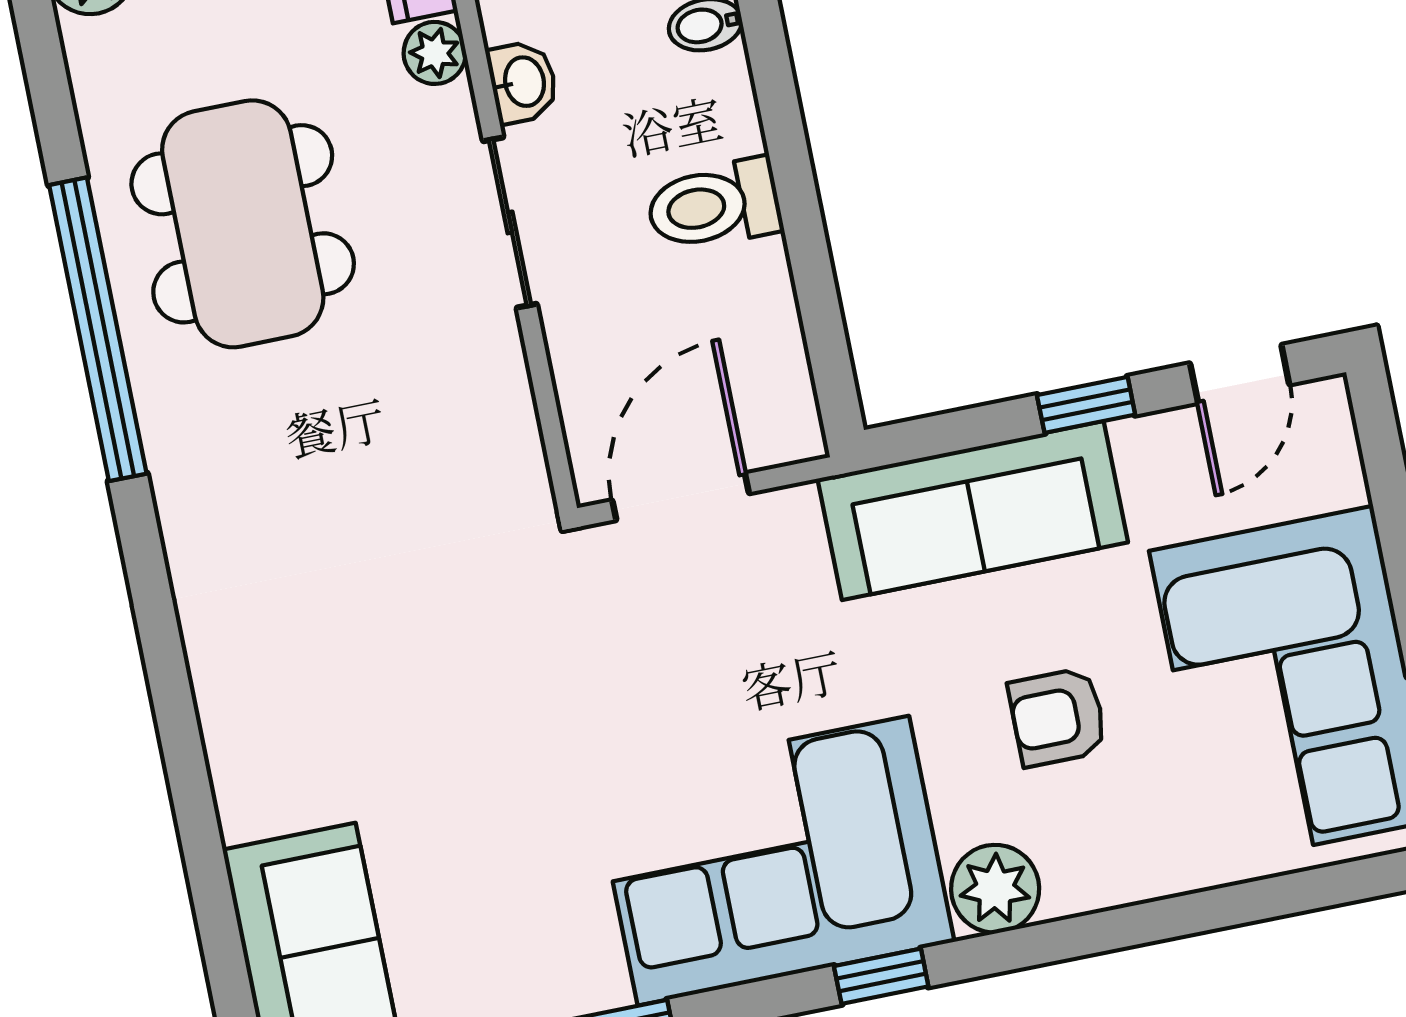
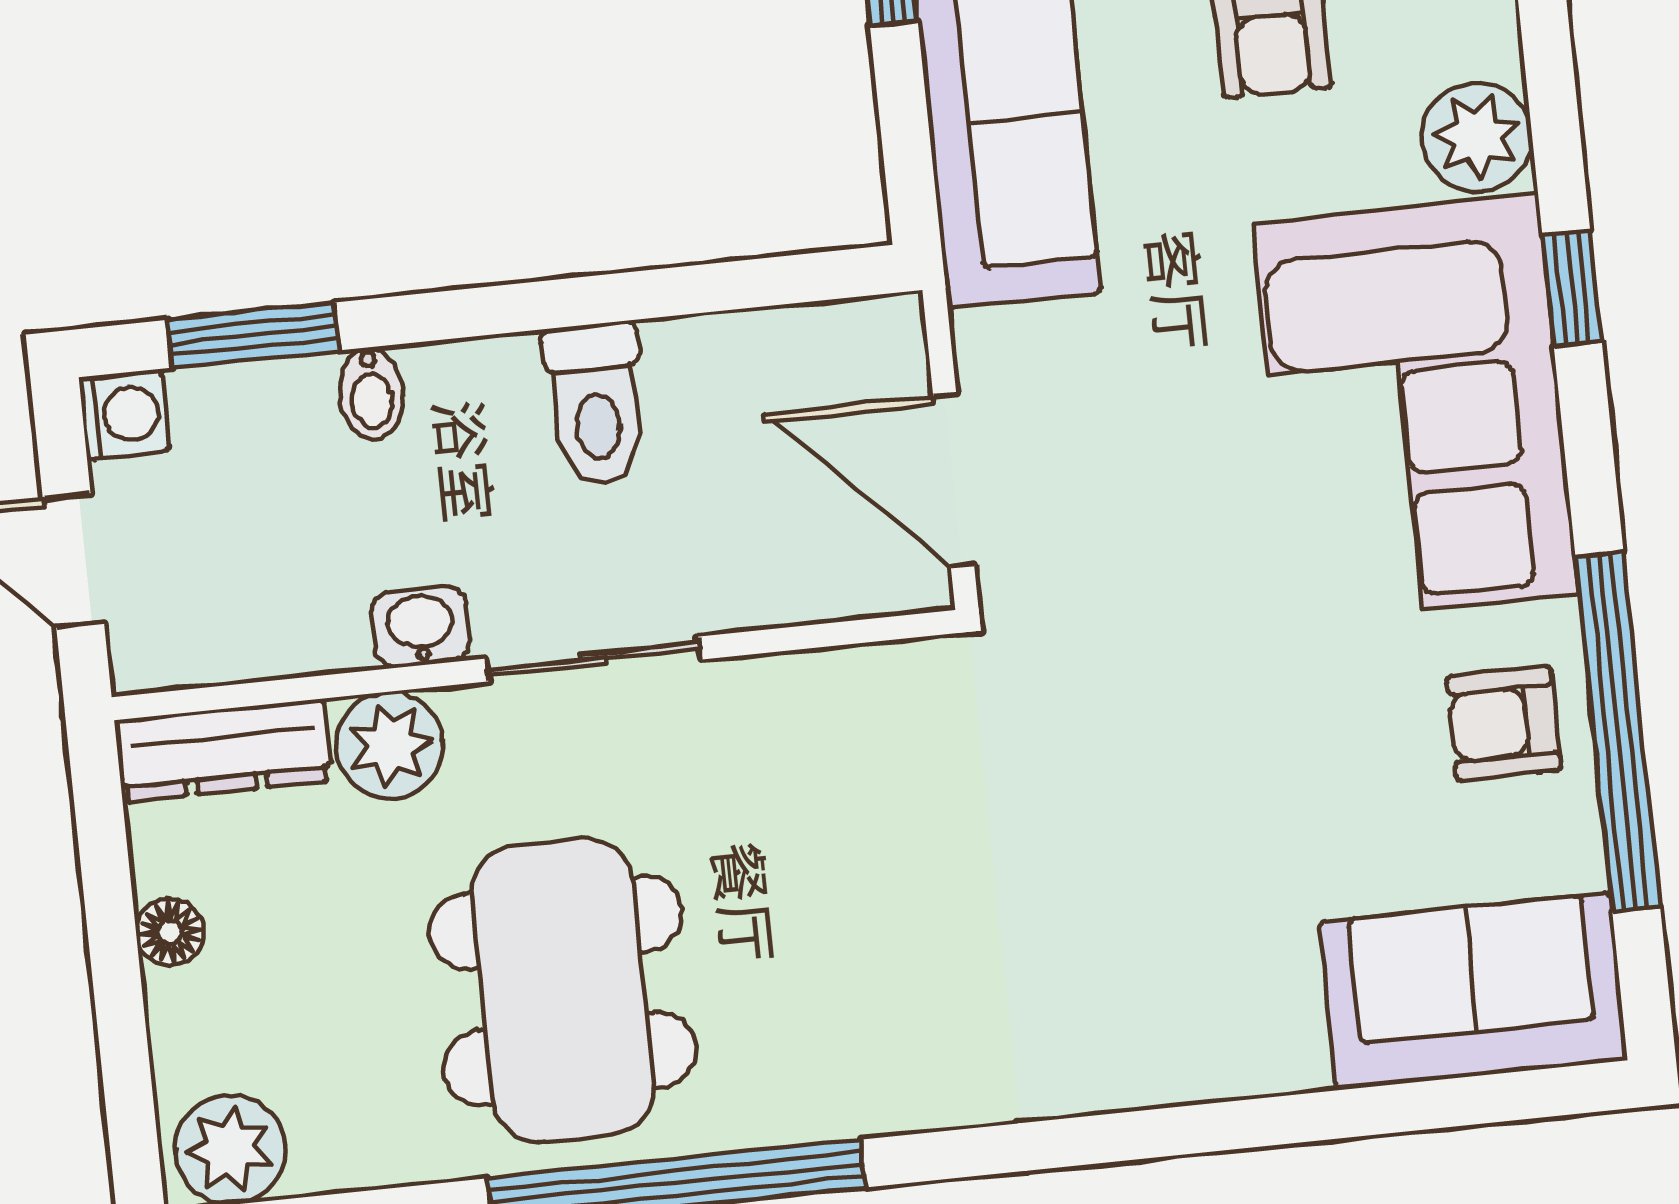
plant: (435, 53) -> (390, 745), width x1.38, depth x1.38
dining table: (243, 224) -> (563, 991), turned 90
armchair: (529, 955) -> (1504, 723), added

